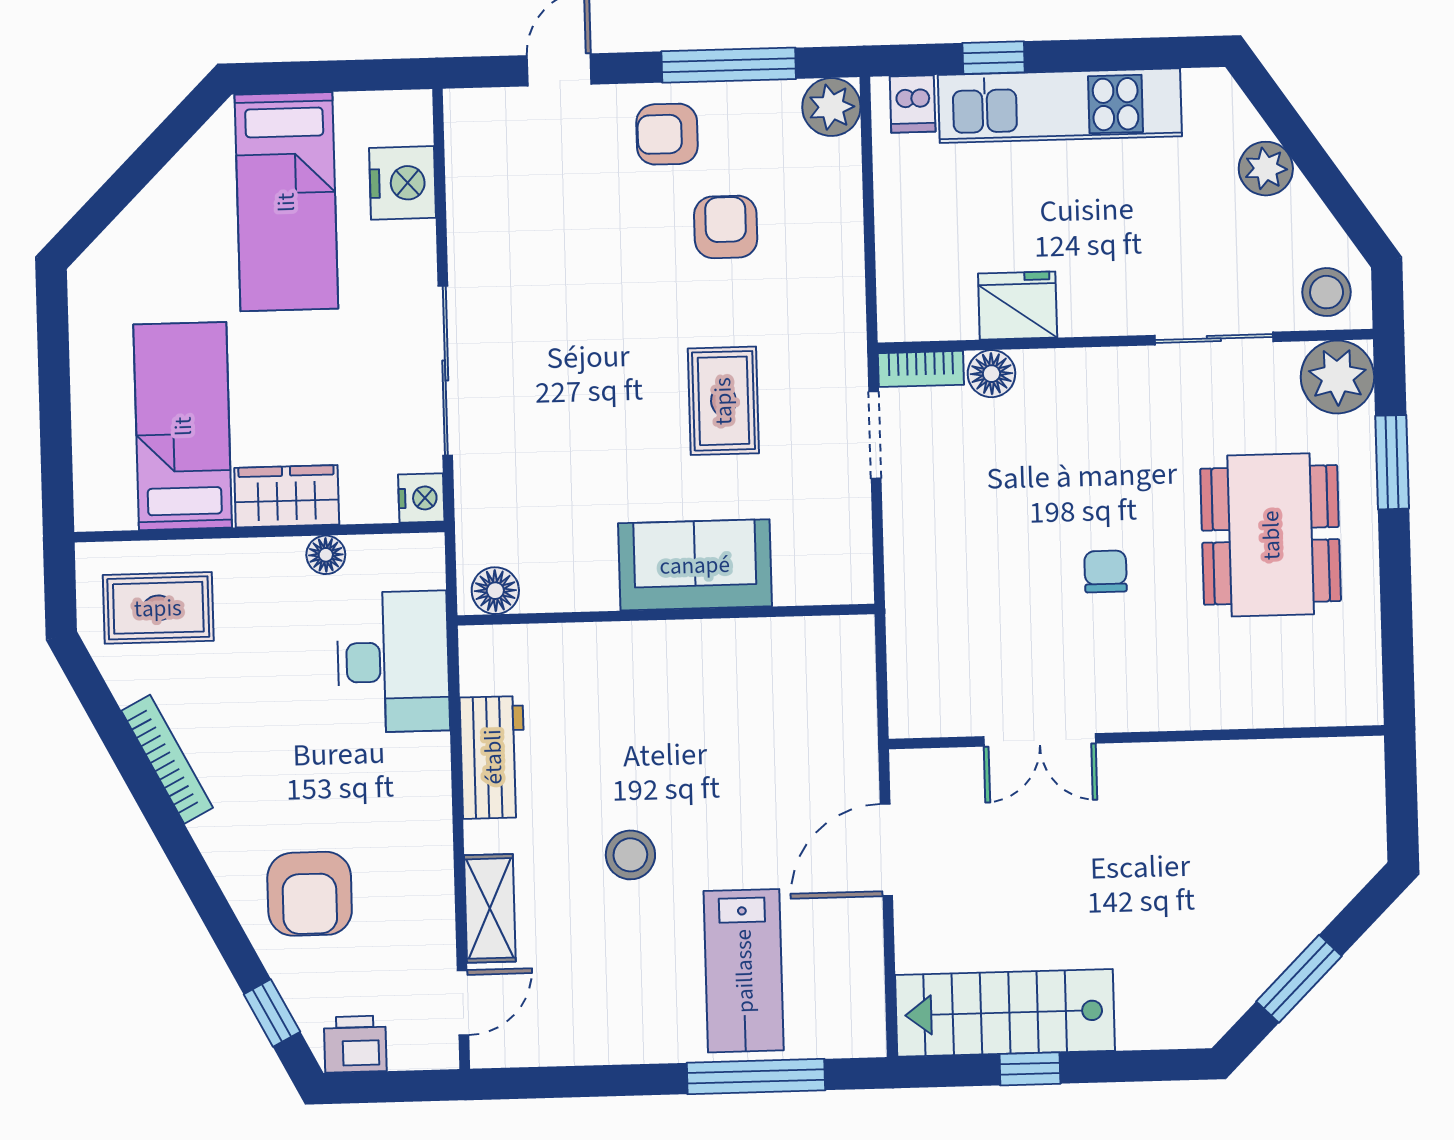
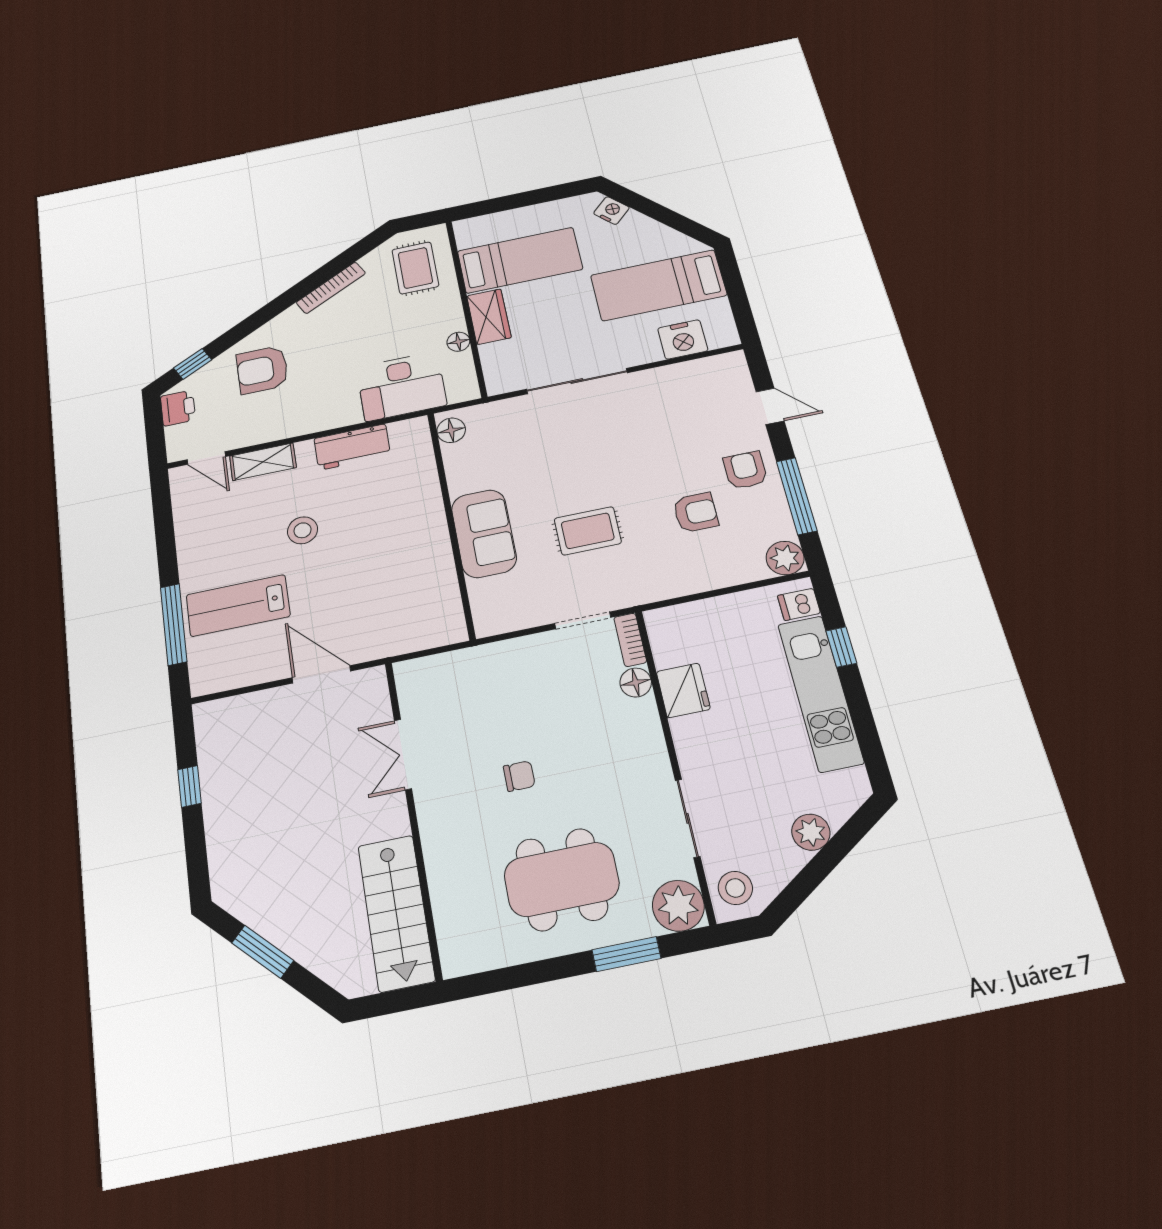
nightstand: (421, 498) -> (611, 211), moved, turned -135
stairs: (1005, 1013) -> (396, 913), moved, turned 180

